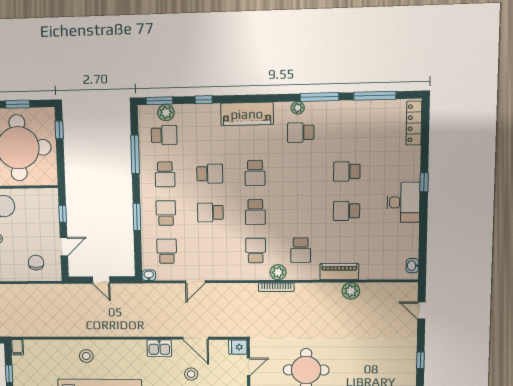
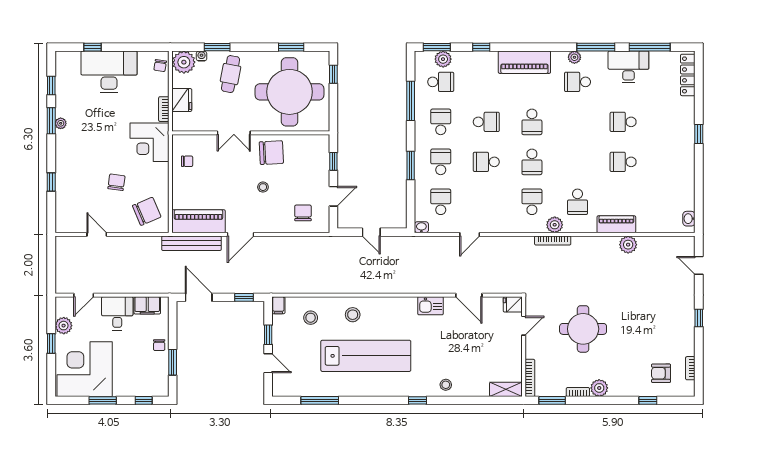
school desk: (165, 174) -> (441, 122), turned 180
desk: (403, 202) -> (628, 67), moved, turned -90
stool: (191, 374) -> (311, 318), moved

